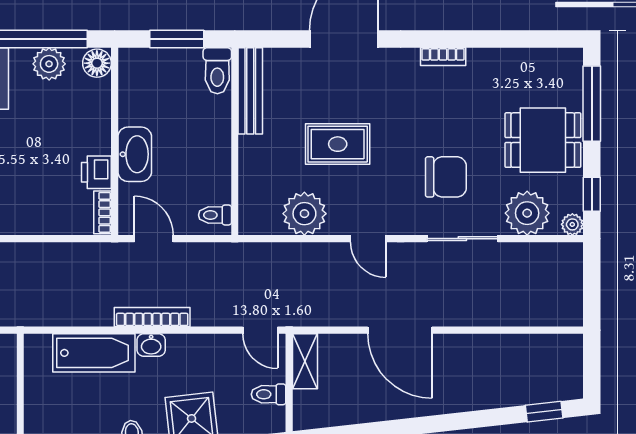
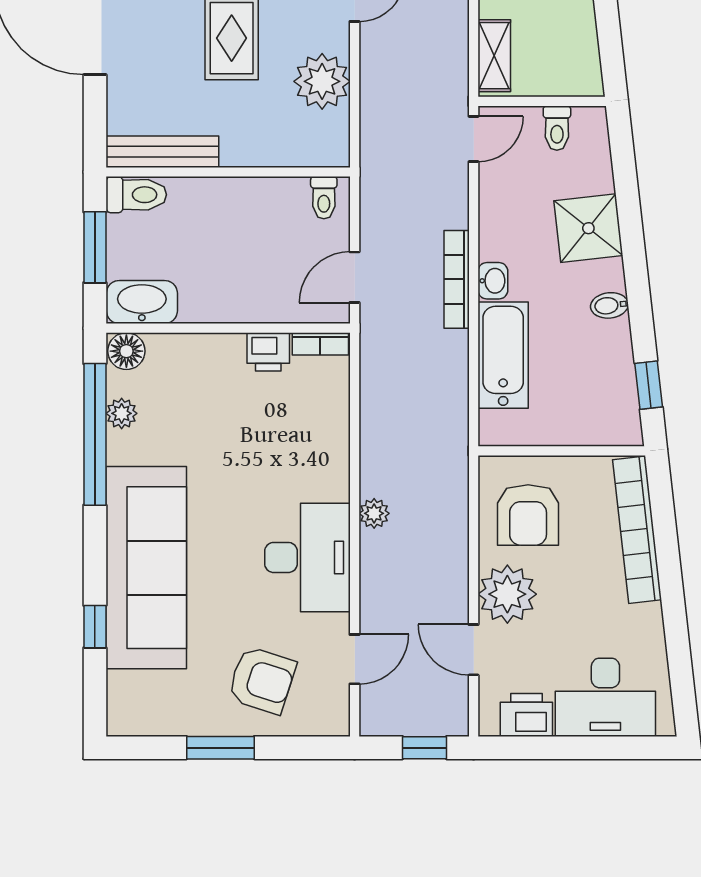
plant: (49, 64) -> (122, 413), width x0.73, depth x0.73
washbasin: (135, 154) -> (142, 302), moved
shelving: (305, 361) -> (494, 56), moved, turned 90

